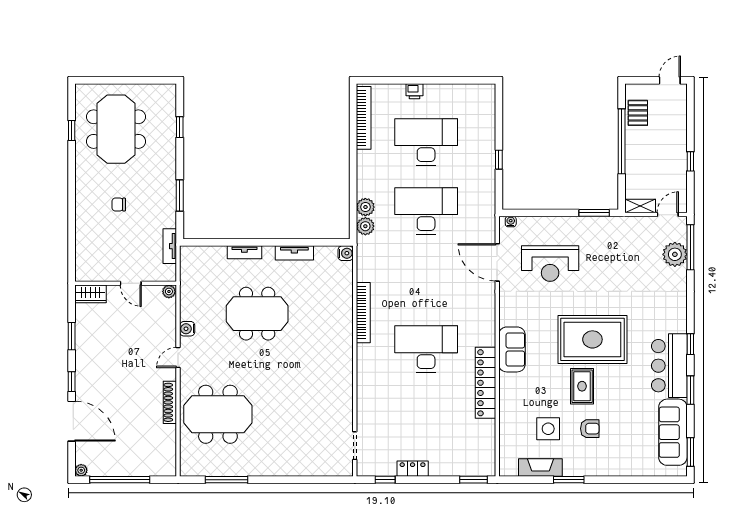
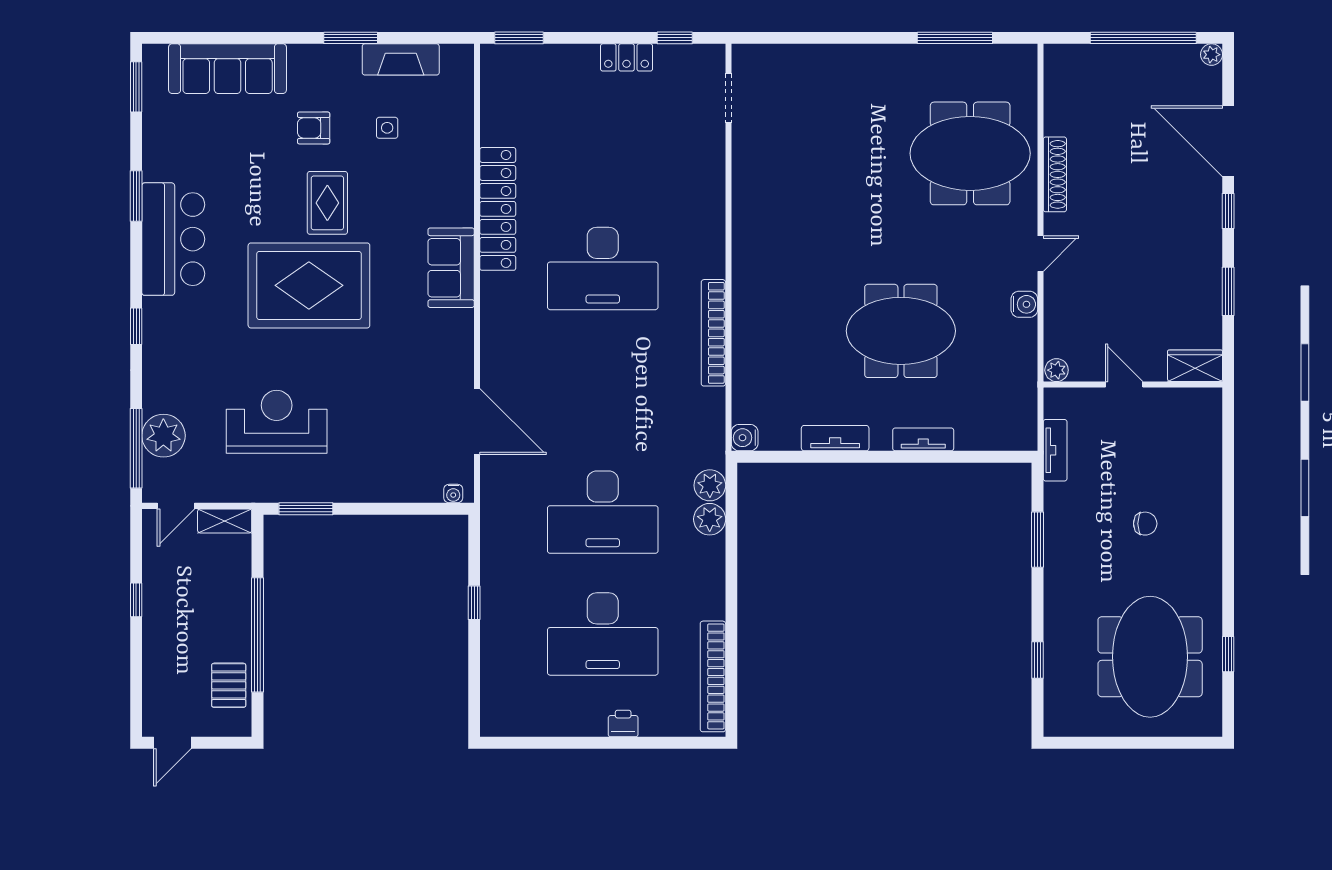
reception desk: (550, 264) -> (277, 422), moved
window: (690, 344) -> (136, 326), moved
side table: (548, 429) -> (387, 128), width x0.54, depth x0.54
sofa: (673, 432) -> (228, 69), moved, turned 90

